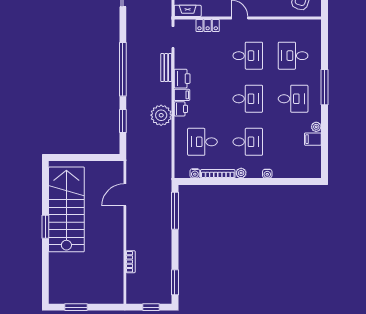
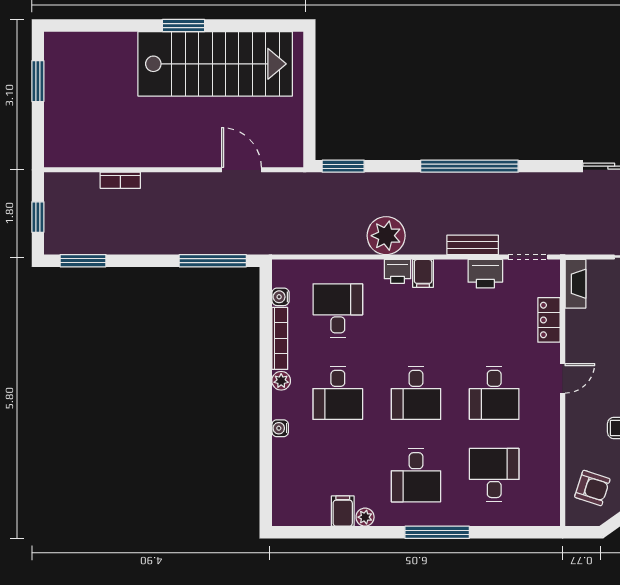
printer: (182, 79) -> (485, 274), moved
window: (123, 121) -> (343, 166), moved

